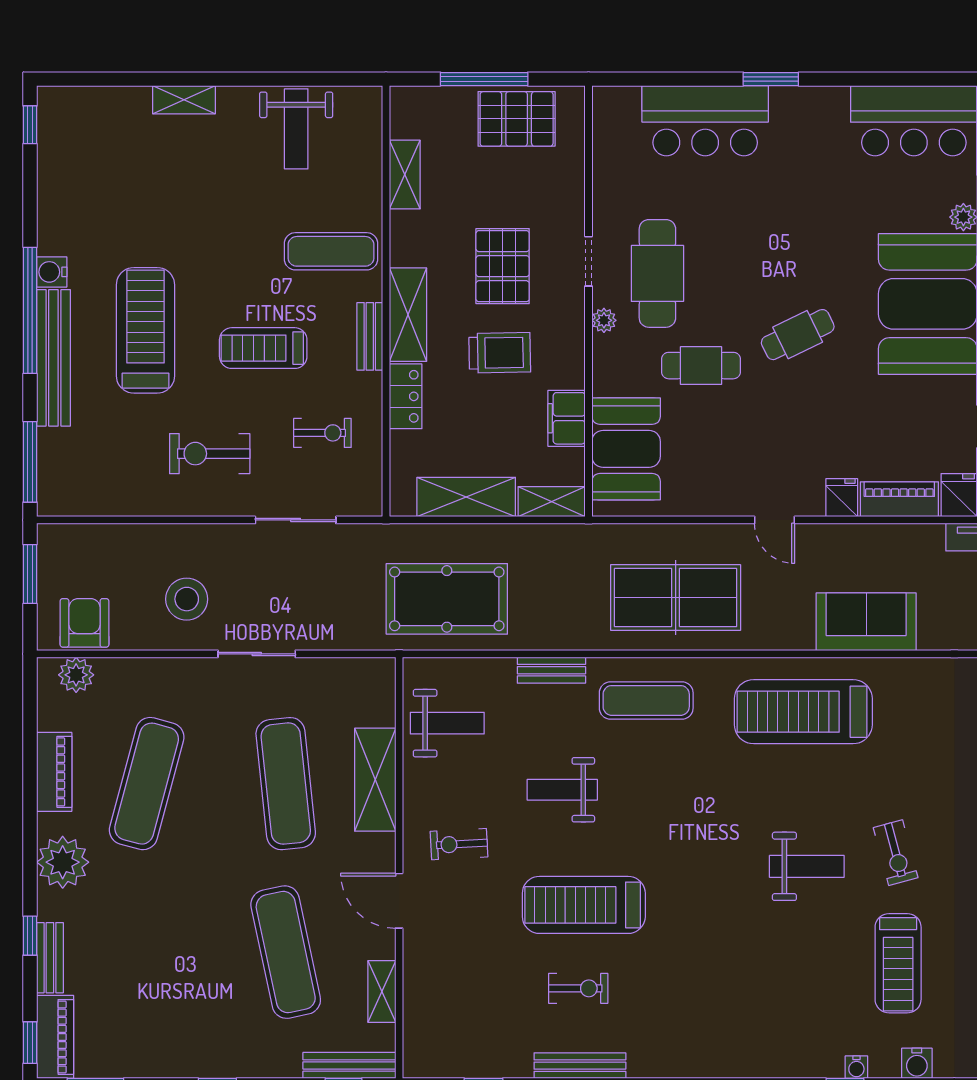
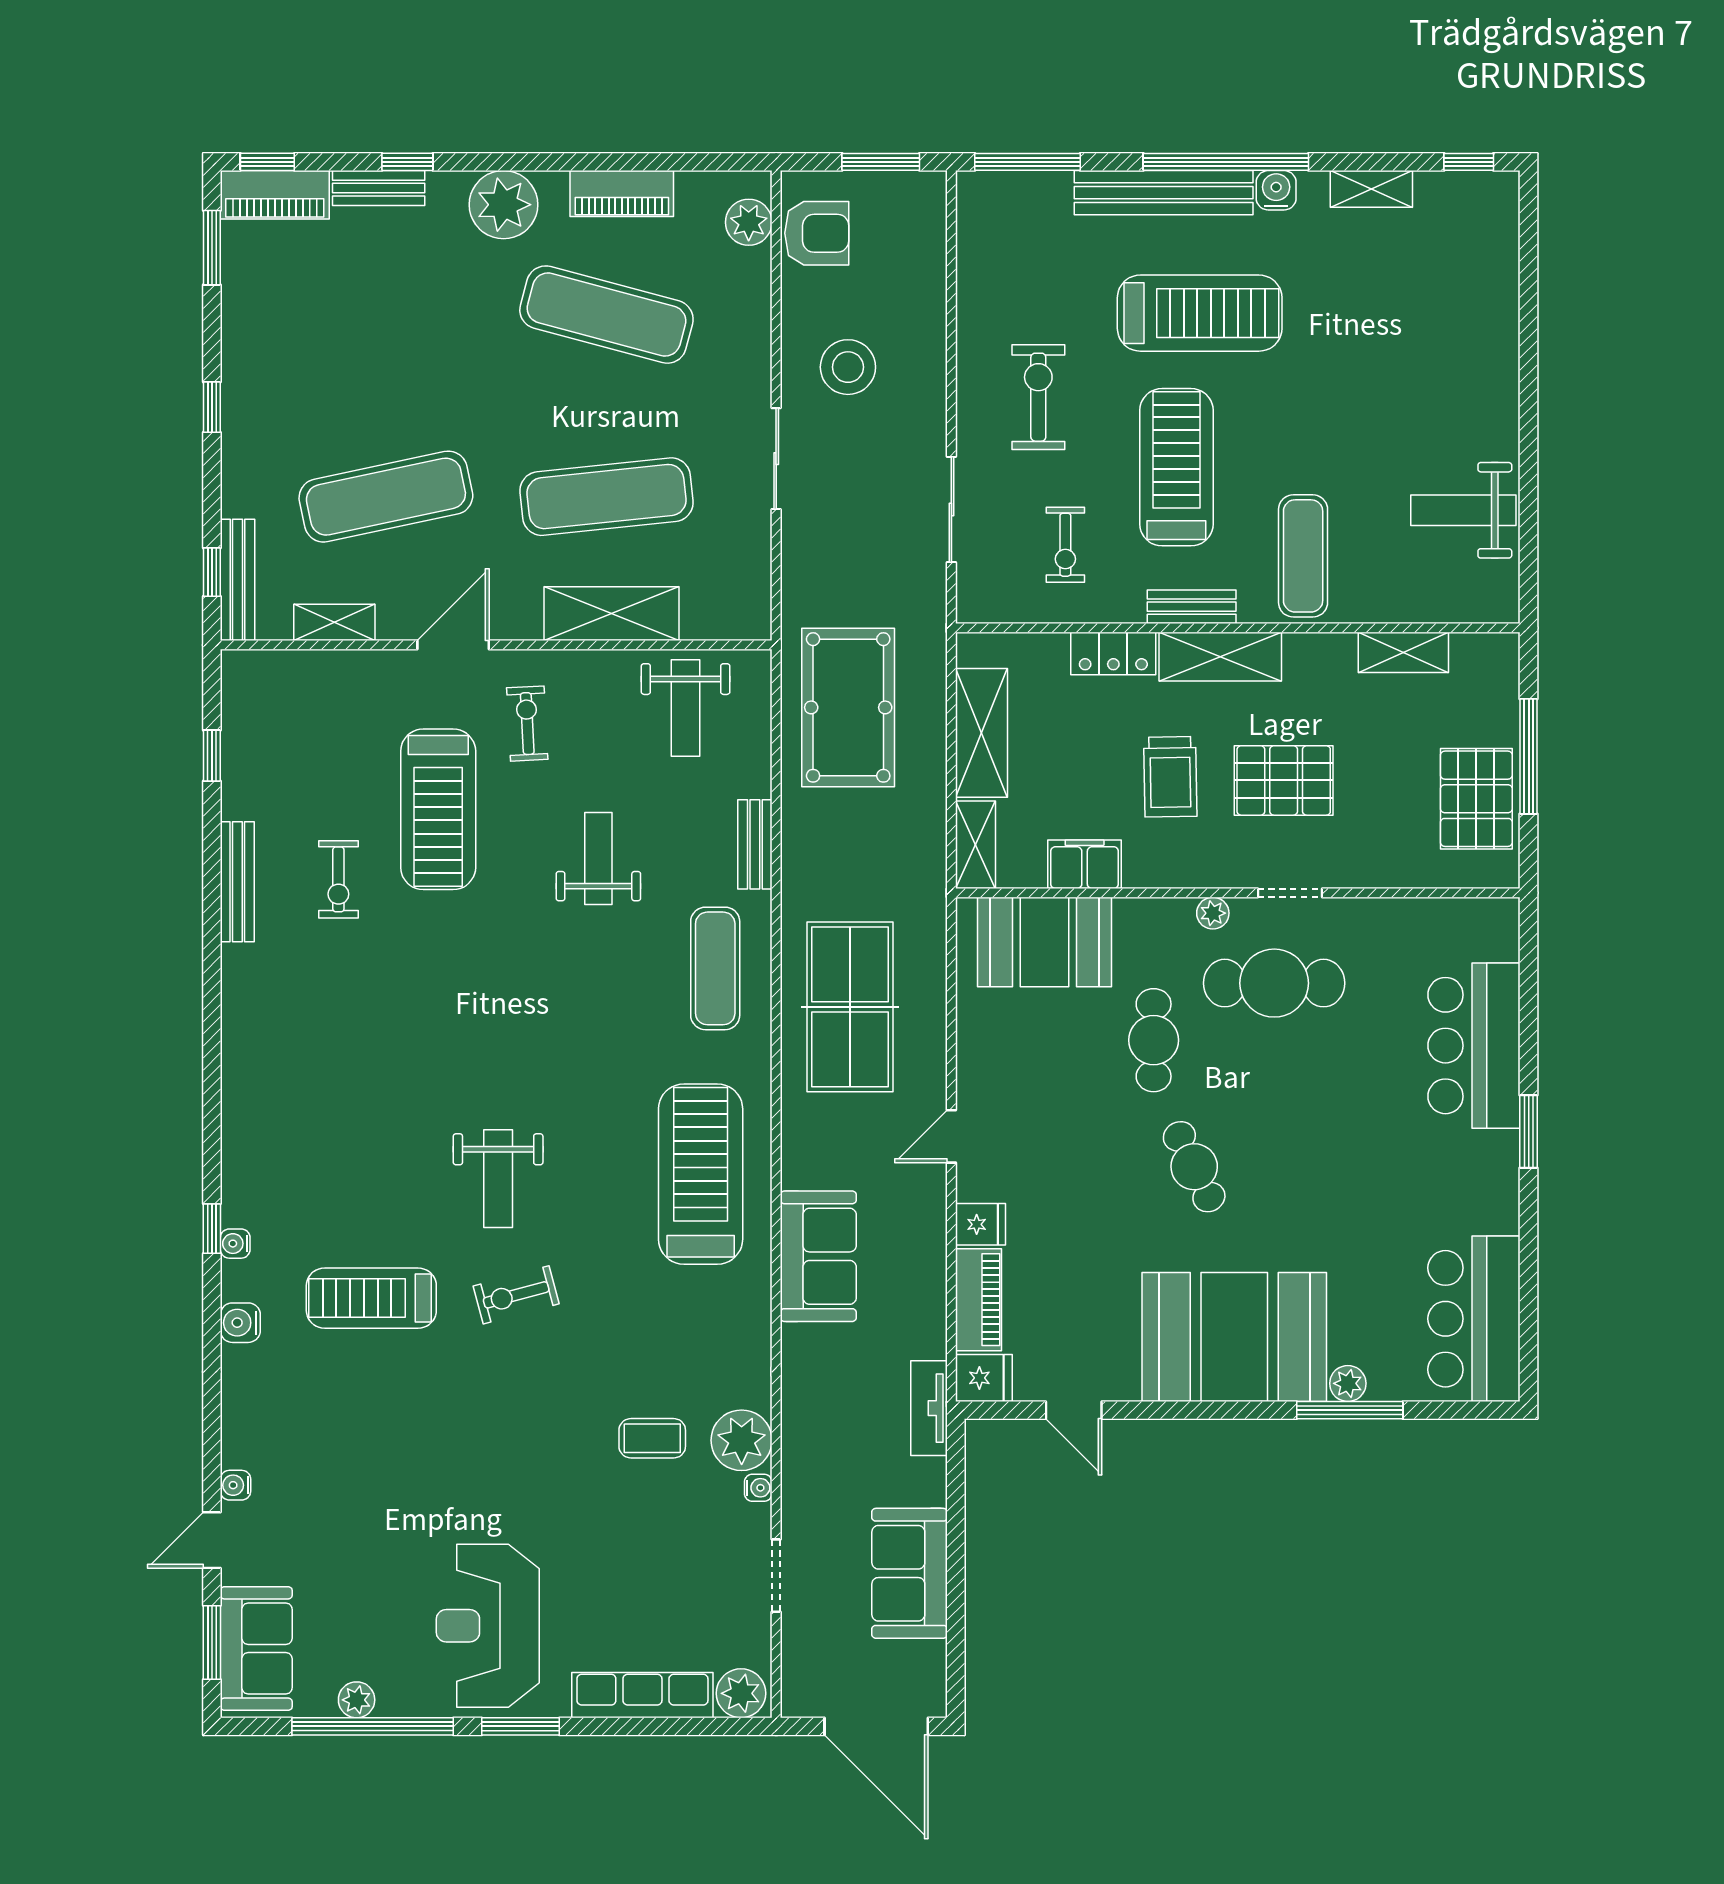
shelving: (184, 100) -> (1371, 189), moved, turned 90
treadmill: (263, 348) -> (1176, 467), width x1.37, depth x1.38
treadmill: (584, 905) -> (438, 809), moved, turned 180

